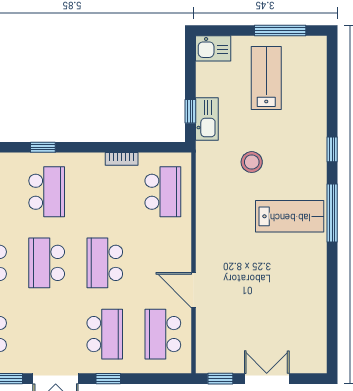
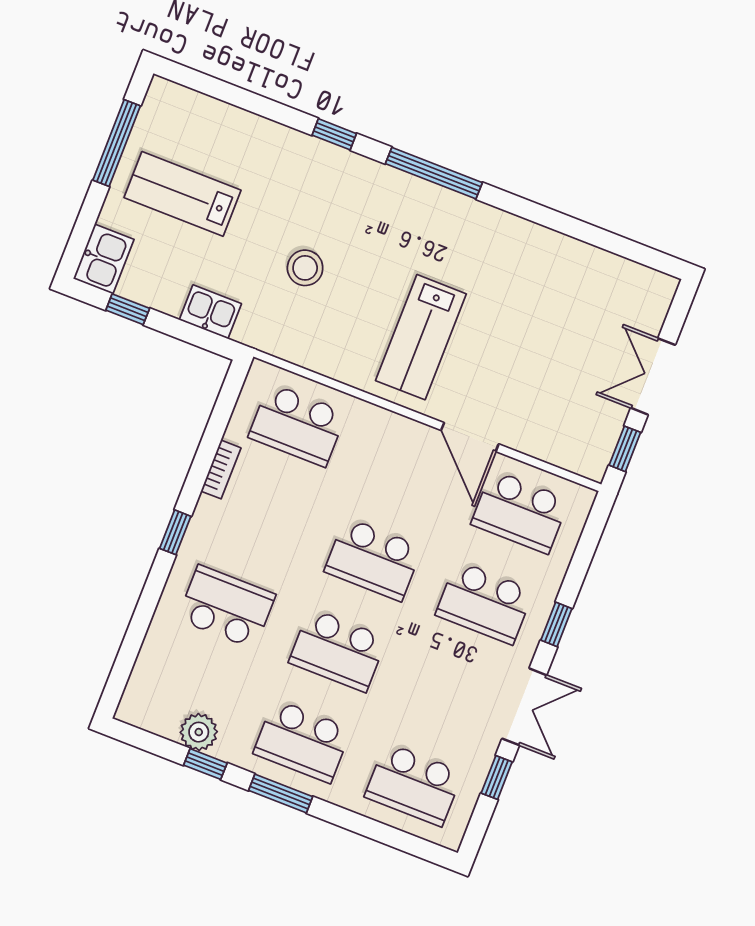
window: (190, 111) -> (128, 309), moved
kitchen sink: (207, 119) -> (210, 312), width x0.73
window: (43, 147) -> (175, 532), moved
school desk: (163, 192) -> (297, 425), turned 180
lab bench: (290, 216) -> (421, 337), moved, turned 180
door: (193, 290) -> (470, 437), hinge flipped
school desk: (105, 334) -> (485, 603), turned 180

